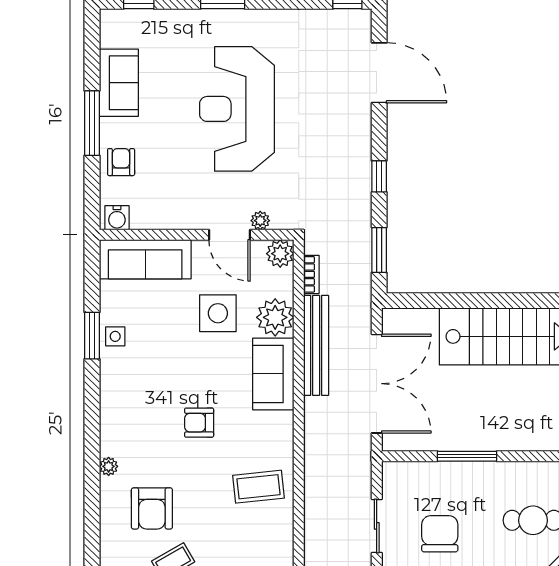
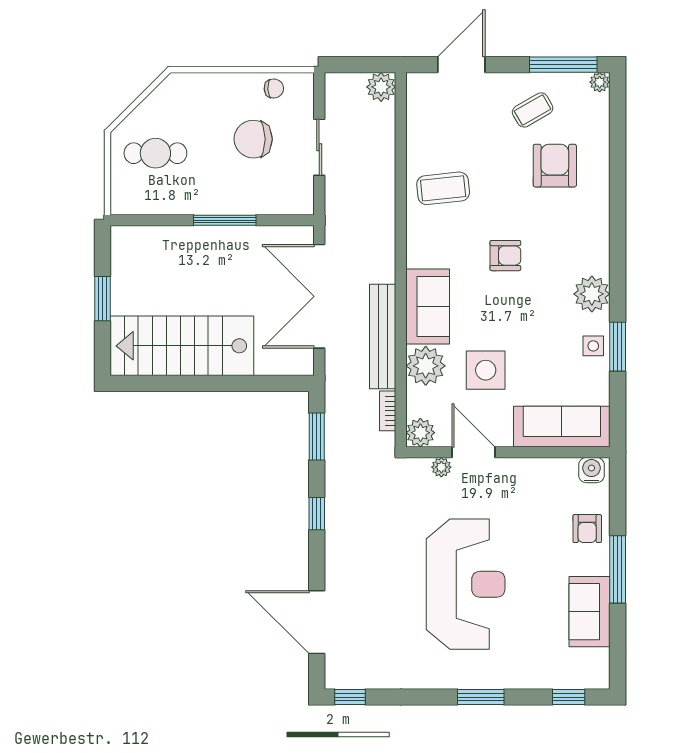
plant: (109, 466) -> (592, 294), moved, width x1.88, depth x1.88
chair: (440, 534) -> (253, 139), turned 90

